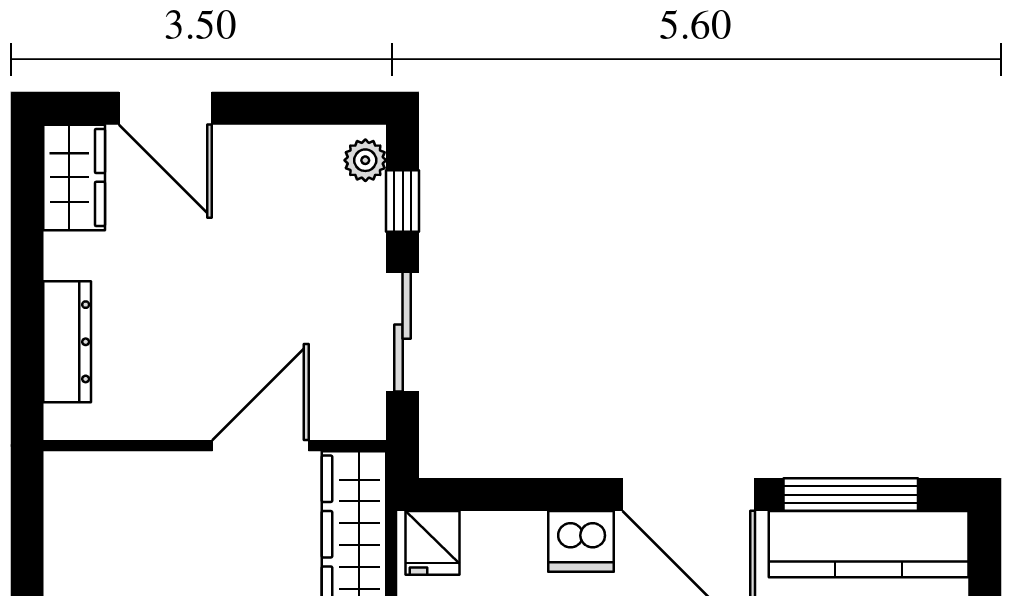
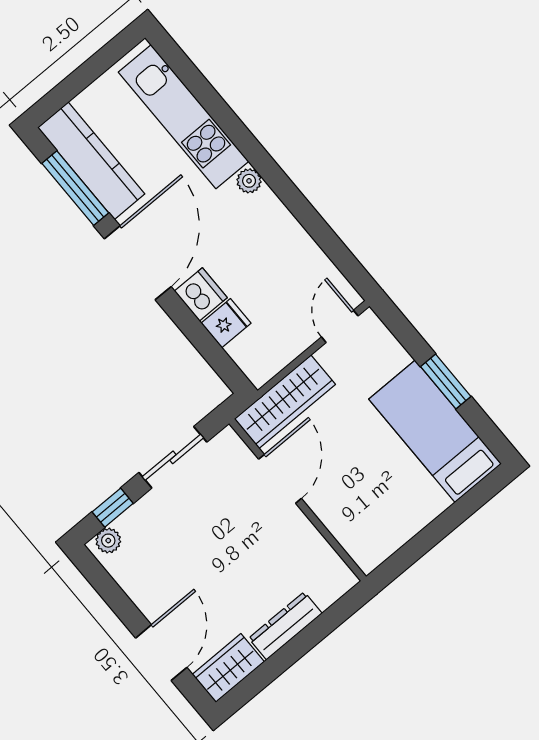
dresser: (67, 342) -> (285, 626), moved
door: (261, 446) -> (280, 479), swing flipped
fridge: (432, 543) -> (226, 323), moved

